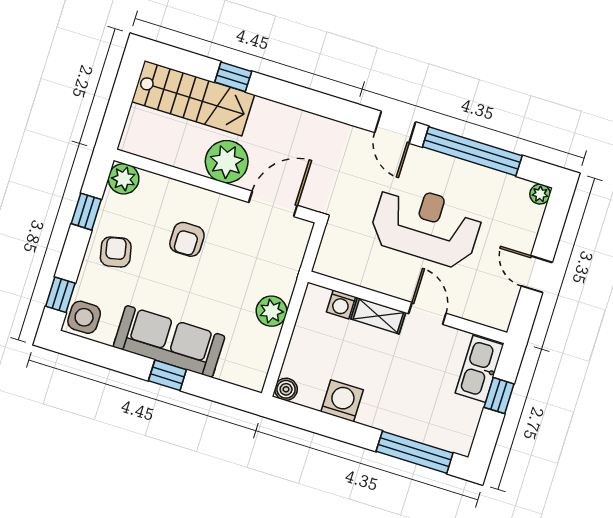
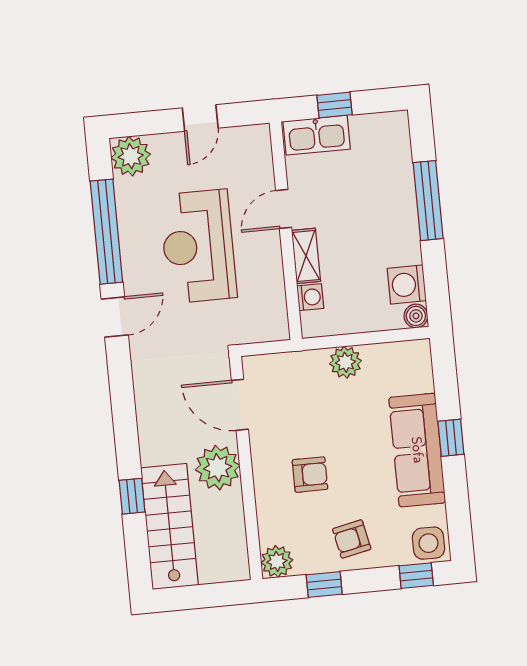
plant: (540, 194) -> (131, 156), width x1.87, depth x1.87
washing machine: (342, 401) -> (407, 285), moved
window: (415, 452) -> (428, 201), moved

